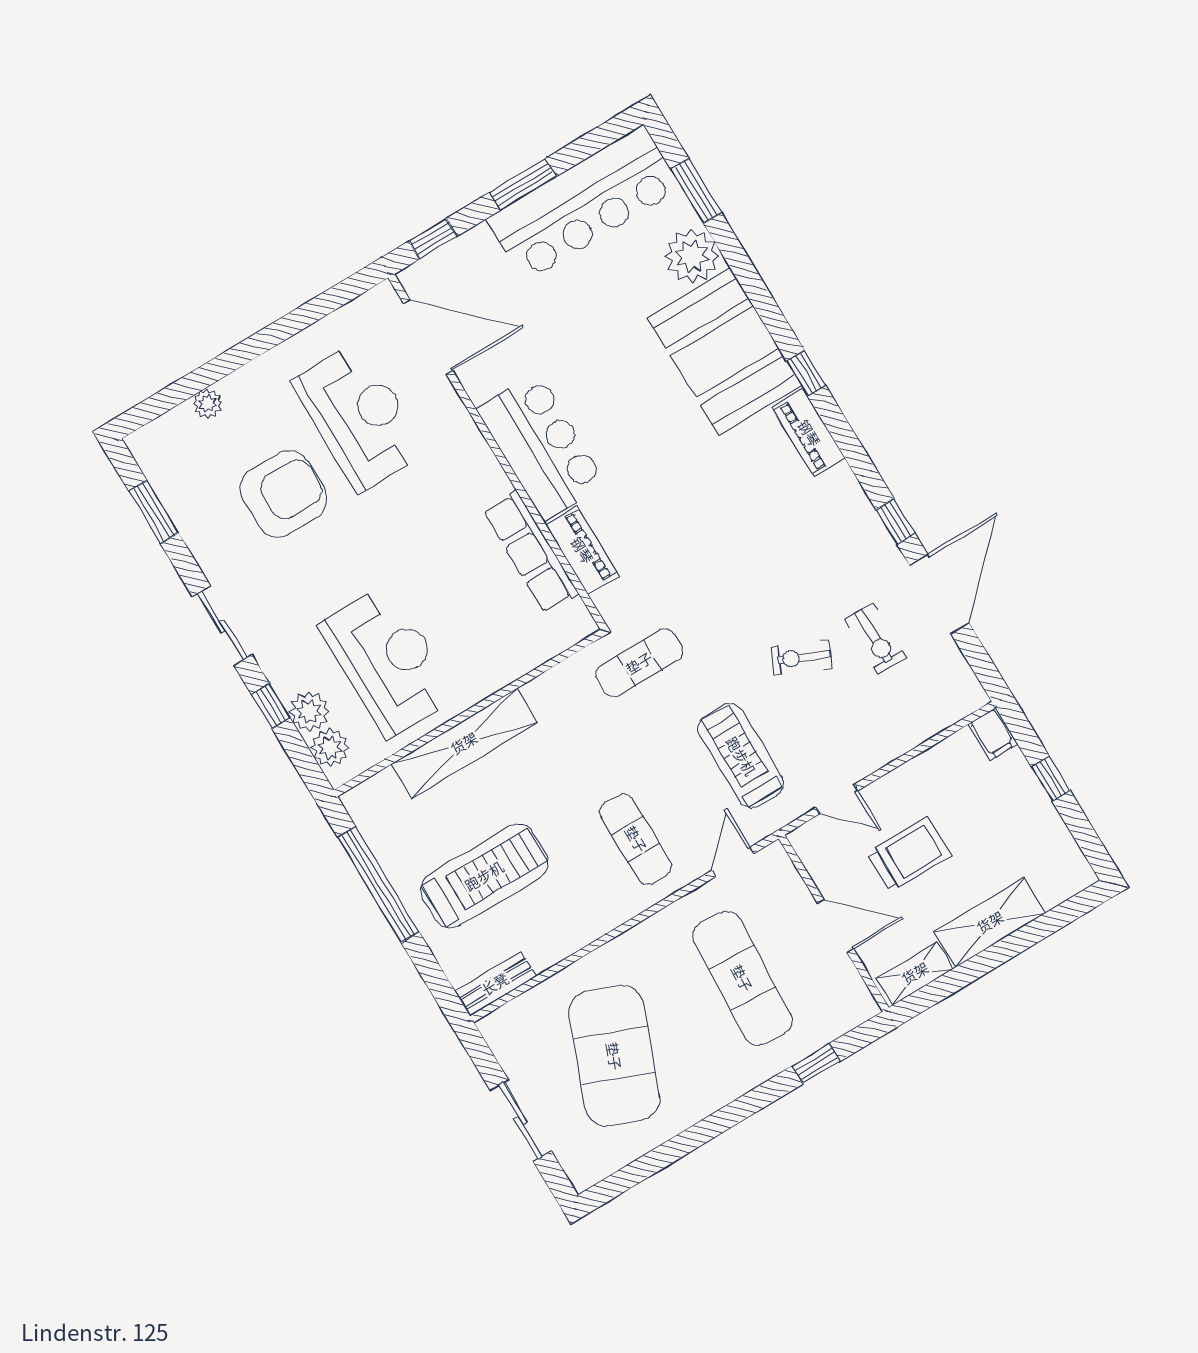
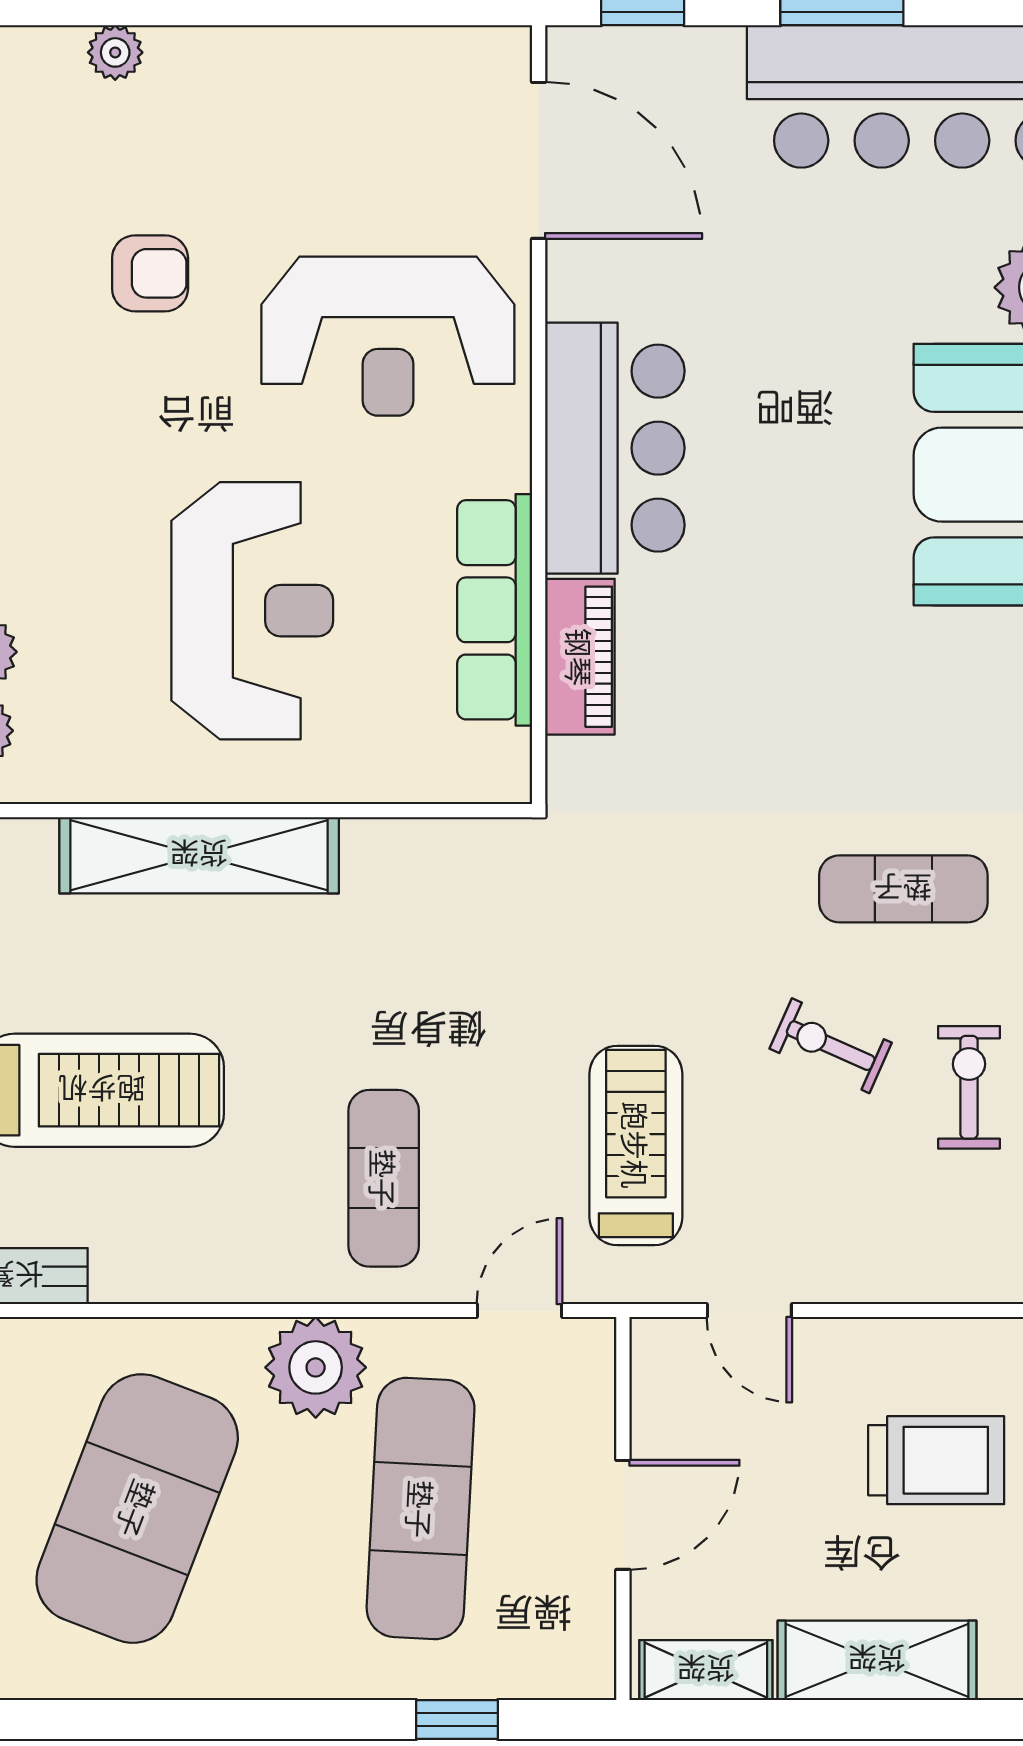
reception desk: (359, 417) -> (388, 336), moved, turned 90
armchair: (283, 494) -> (150, 273), width x0.53, depth x0.53
exercise bike: (875, 638) -> (969, 1087), turned 180
reception desk: (388, 661) -> (252, 611), moved
exercise mat: (639, 663) -> (903, 889), moved
trolley: (909, 854) -> (936, 1460), moved
door: (835, 926) -> (623, 1515), hinge flipped
plant: (656, 943) -> (316, 1367), added

